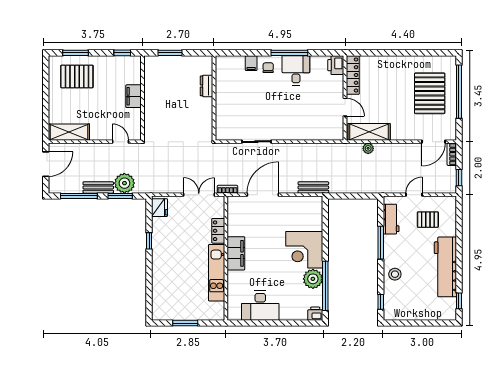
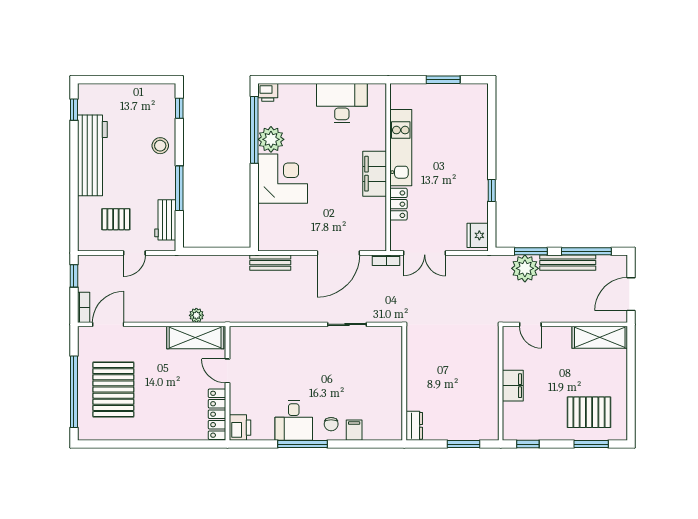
dresser: (207, 86) -> (414, 426), moved
bench: (98, 187) -> (568, 263), width x1.36

